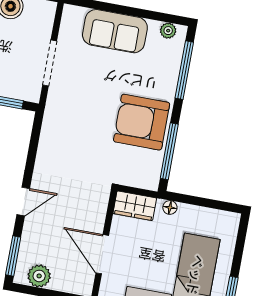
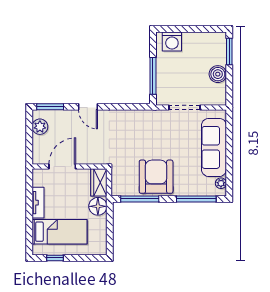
sofa: (115, 31) -> (214, 147), width x1.36
floor lamp: (170, 207) -> (98, 206), width x1.89, depth x1.89

